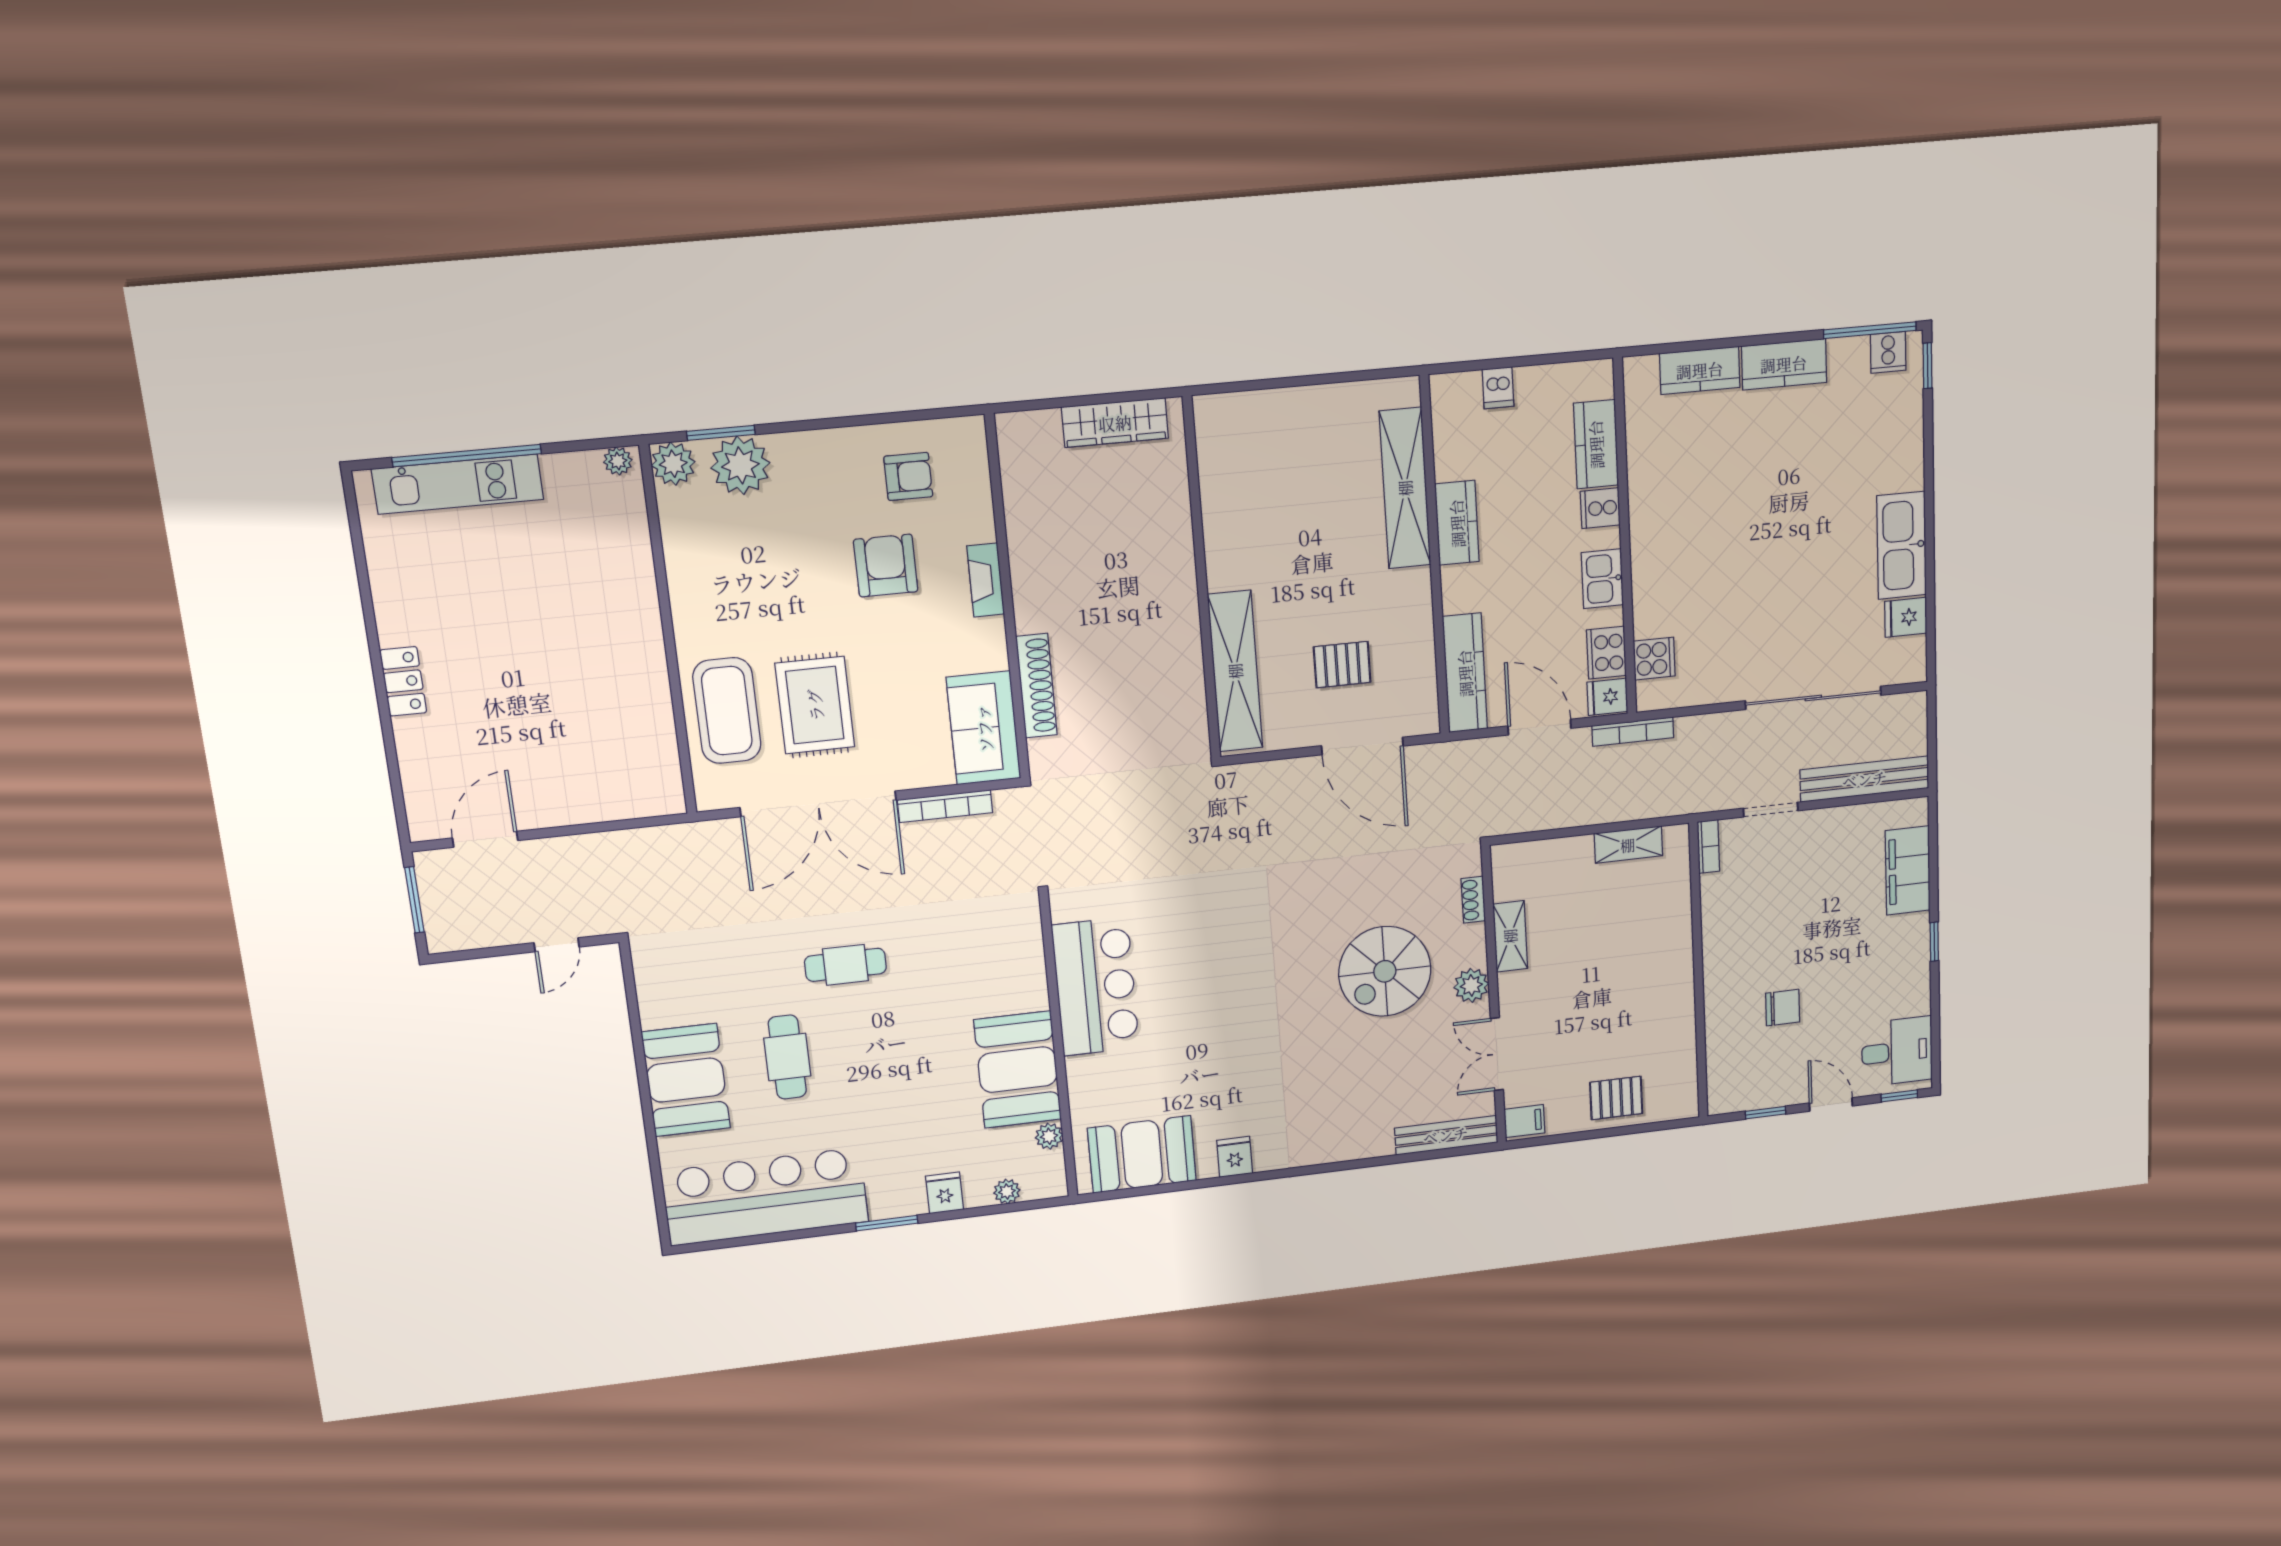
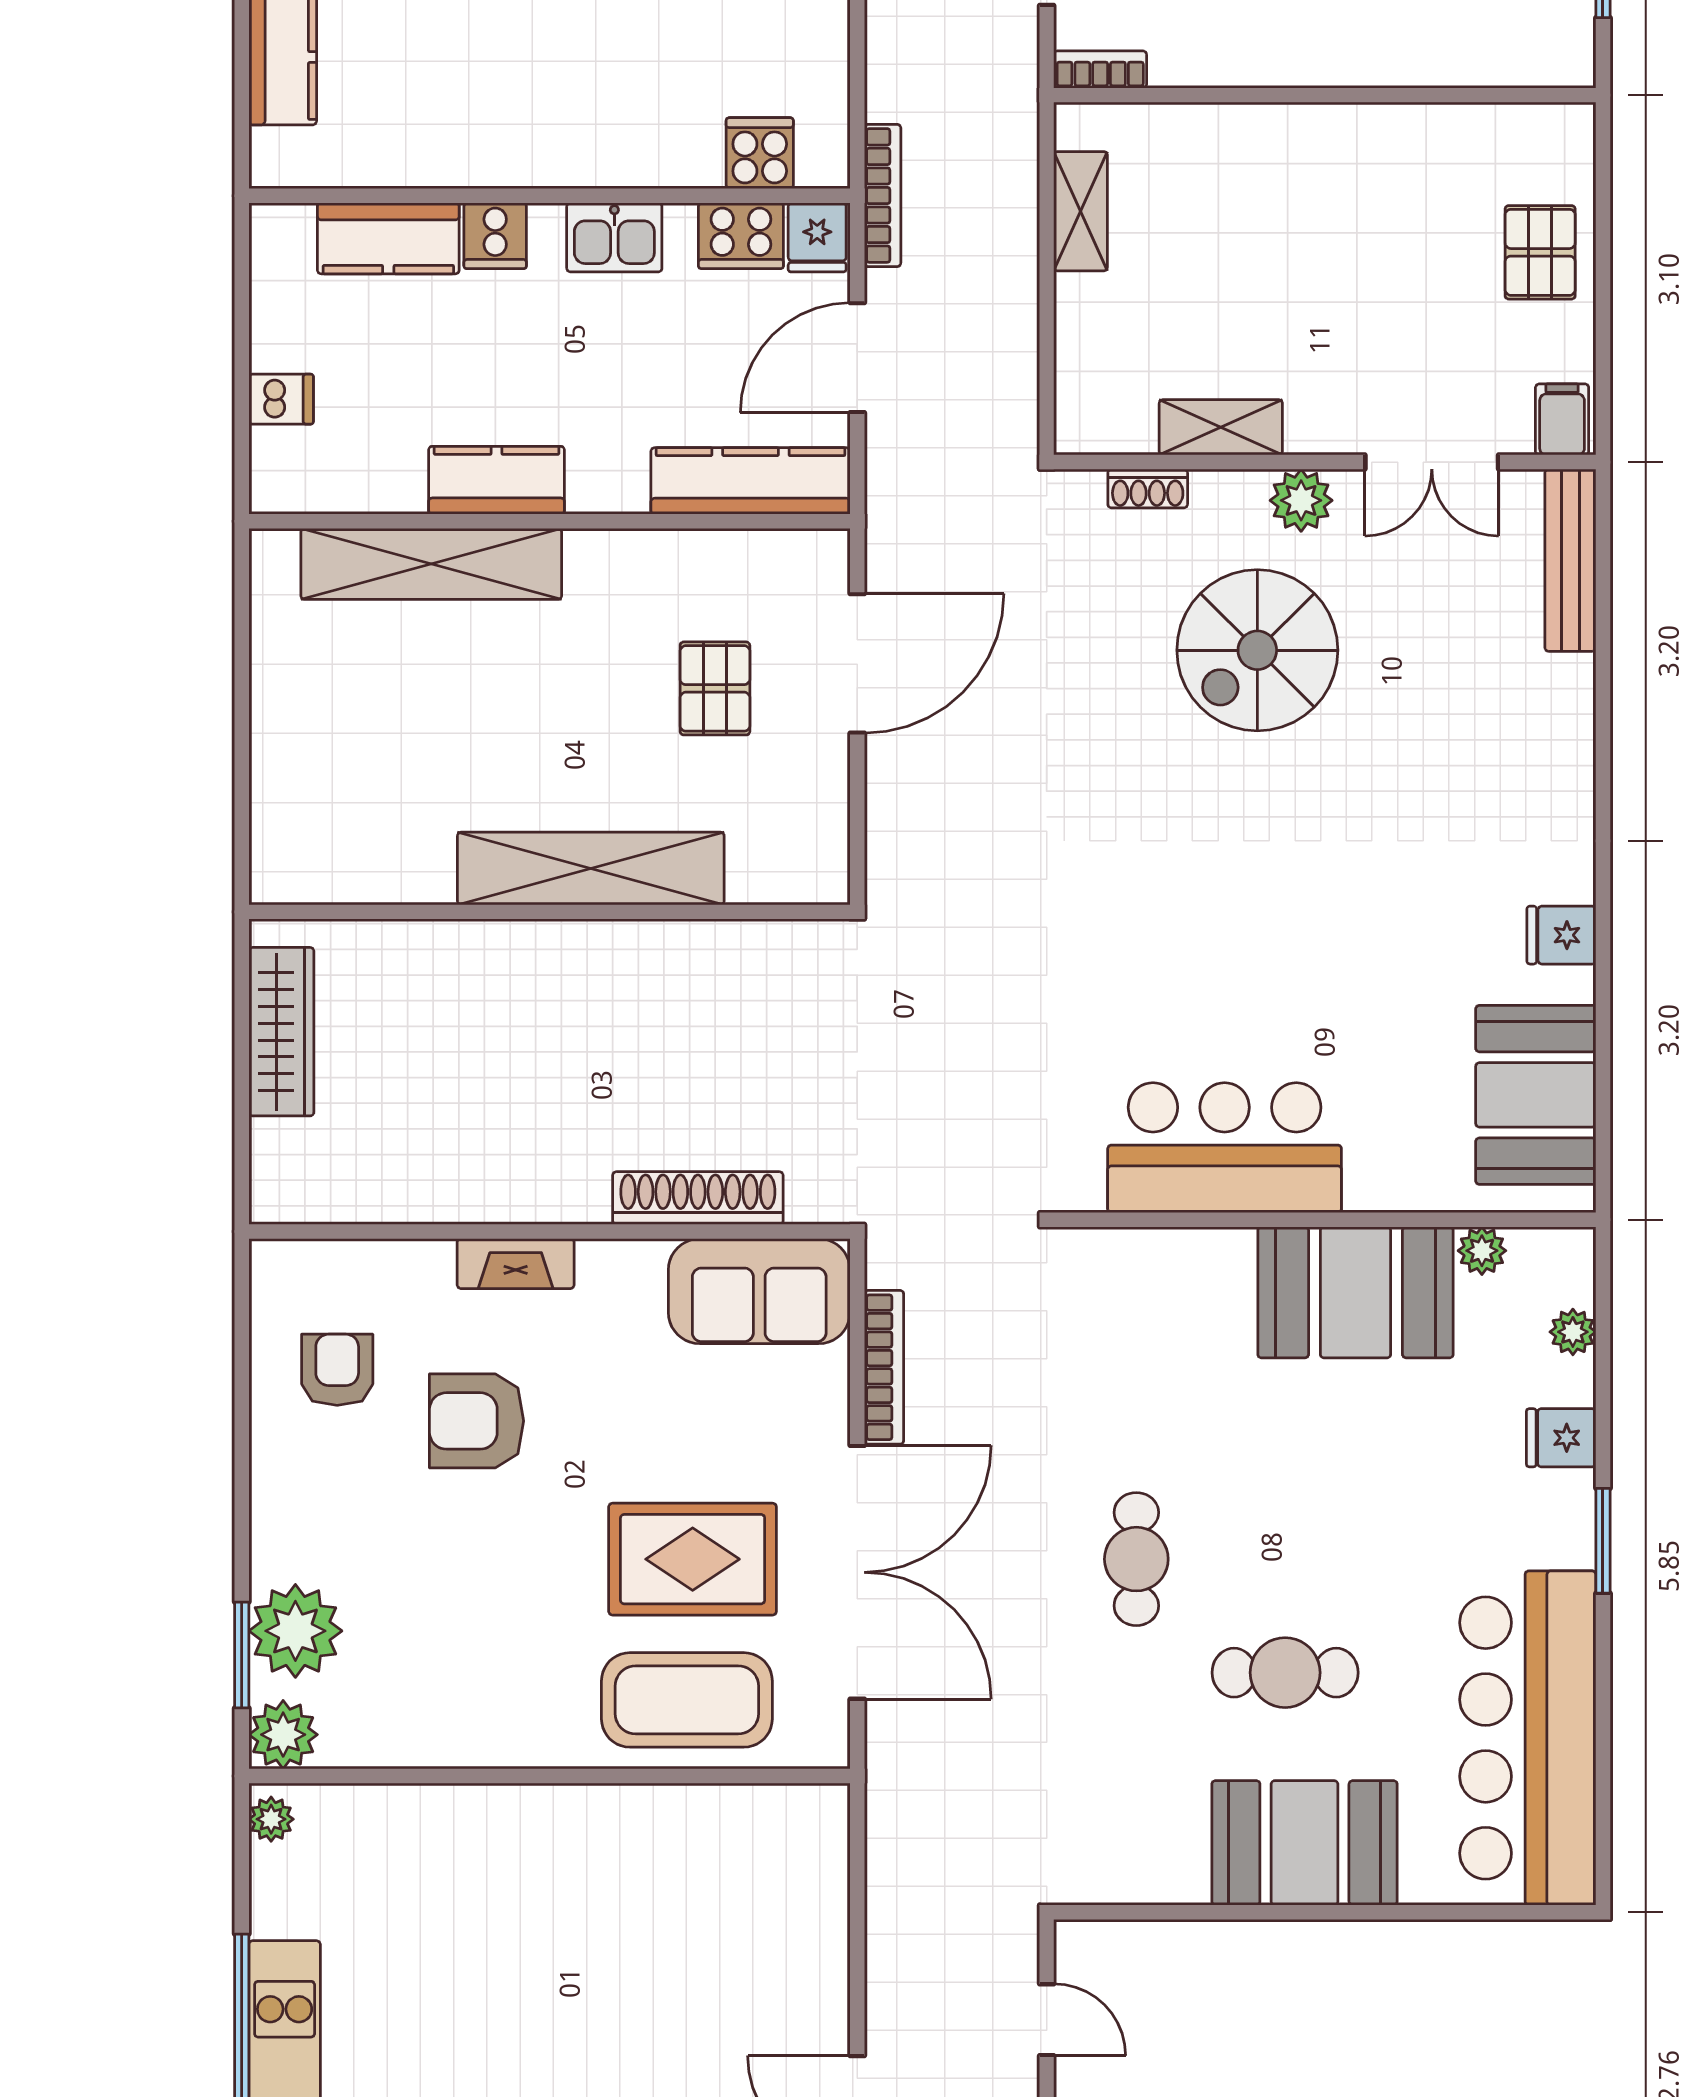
shelving: (1235, 671) -> (591, 868), moved
spiral stairs: (1385, 971) -> (1257, 650), turned 90

